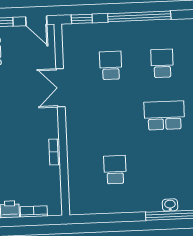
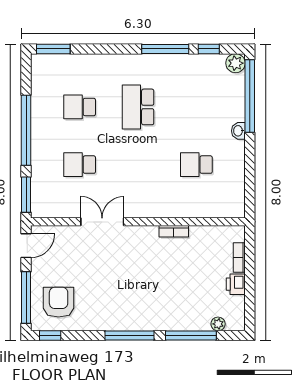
window: (82, 19) -> (26, 195), width x1.50
double door: (60, 88) -> (102, 222), swing flipped
washbasin: (170, 205) -> (238, 131), moved

